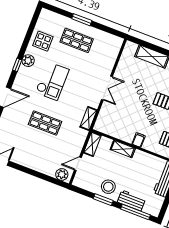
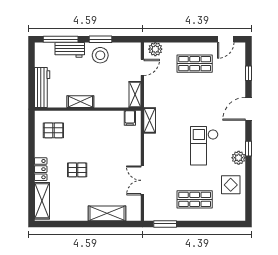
window: (82, 20) -> (165, 224), moved
double door: (107, 88) -> (142, 180), moved
shop shelf: (45, 123) -> (195, 64), moved
filing cabinet: (139, 140) -> (130, 118), moved
shelving: (123, 149) -> (80, 102), moved

